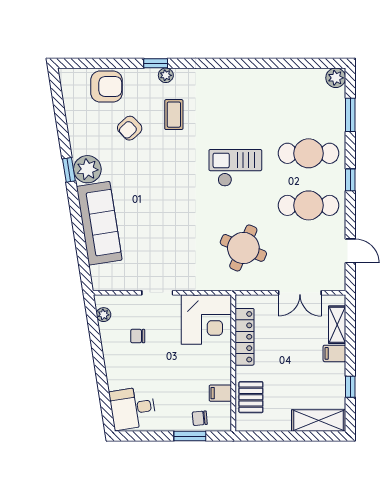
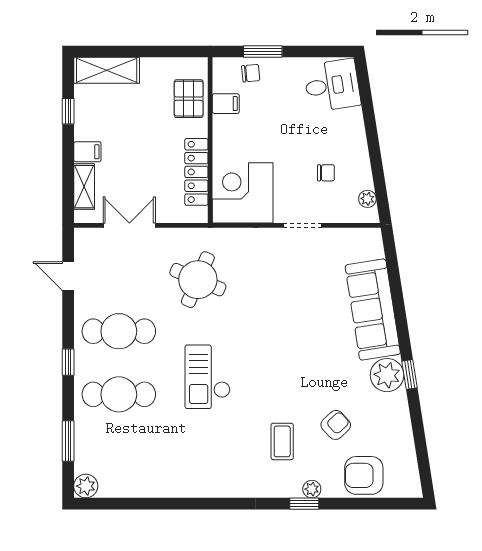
plant: (166, 75) -> (312, 489), moved
checkout: (235, 168) -> (208, 377), turned 90

